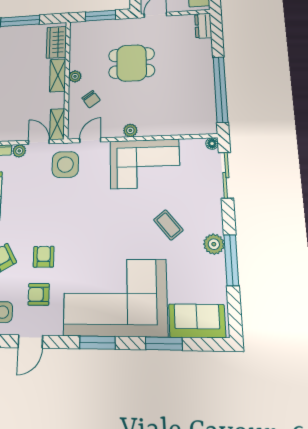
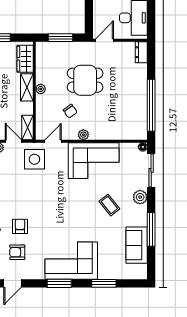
chair: (91, 99) -> (70, 111), moved
plant: (214, 244) -> (140, 197), moved
corner sofa: (115, 297) -> (71, 261), width x0.73, depth x0.74
sofa: (197, 321) -> (137, 245), moved, turned -90

